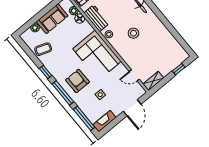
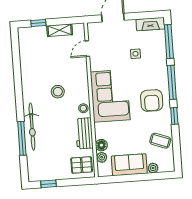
door: (134, 75) -> (87, 49), swing flipped
armchair: (77, 81) -> (152, 100), moved
shelving: (153, 81) -> (60, 30), moved

